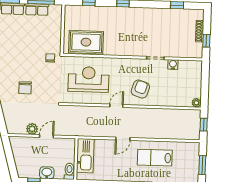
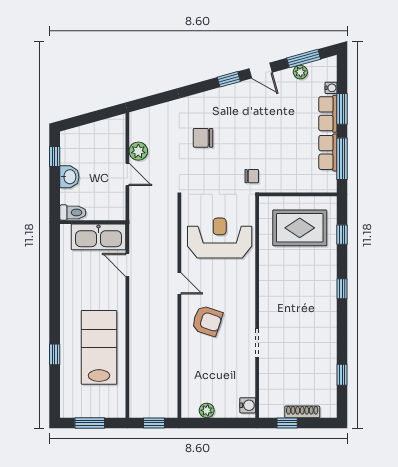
rug: (86, 42) -> (300, 228), moved, turned 90
water cooler: (173, 65) -> (248, 405), moved
reception desk: (89, 79) -> (220, 238), turned -90
plant: (196, 103) -> (207, 410), moved
door: (123, 139) -> (127, 265), moved
lab bench: (155, 158) -> (99, 347), width x1.36, depth x1.39

